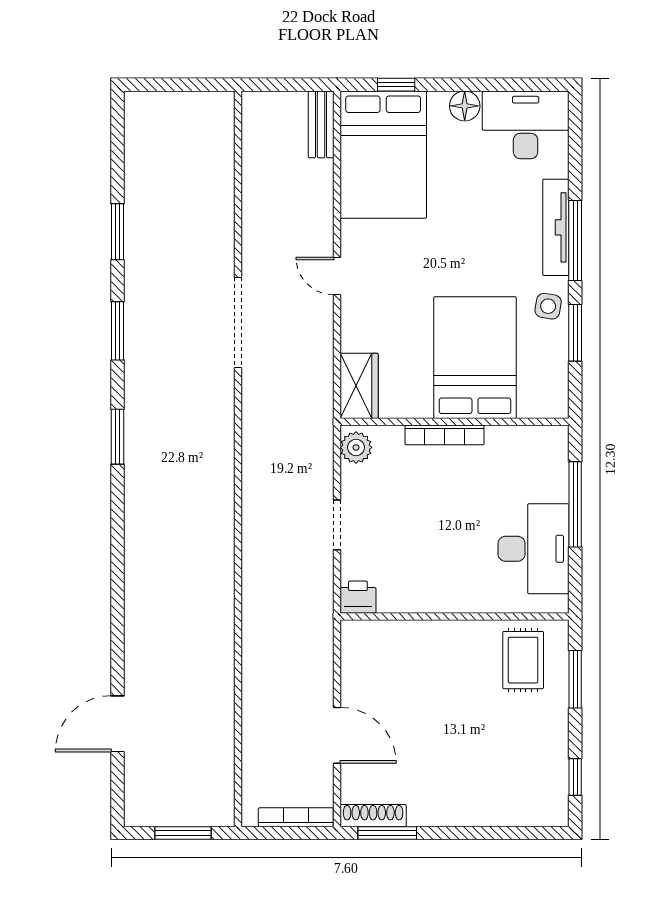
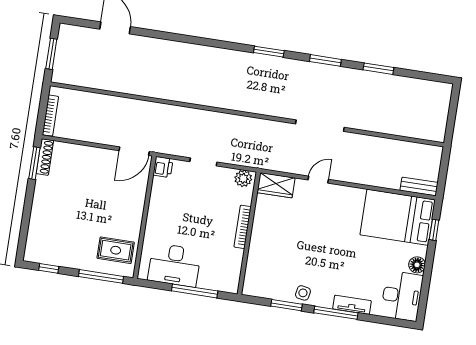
tv unit: (556, 227) -> (352, 305), width x0.71
door: (337, 276) -> (318, 180), moved
bed: (475, 358) -> (282, 250), removed
window: (575, 679) -> (101, 276), width x1.44
door: (337, 735) -> (134, 151), moved

